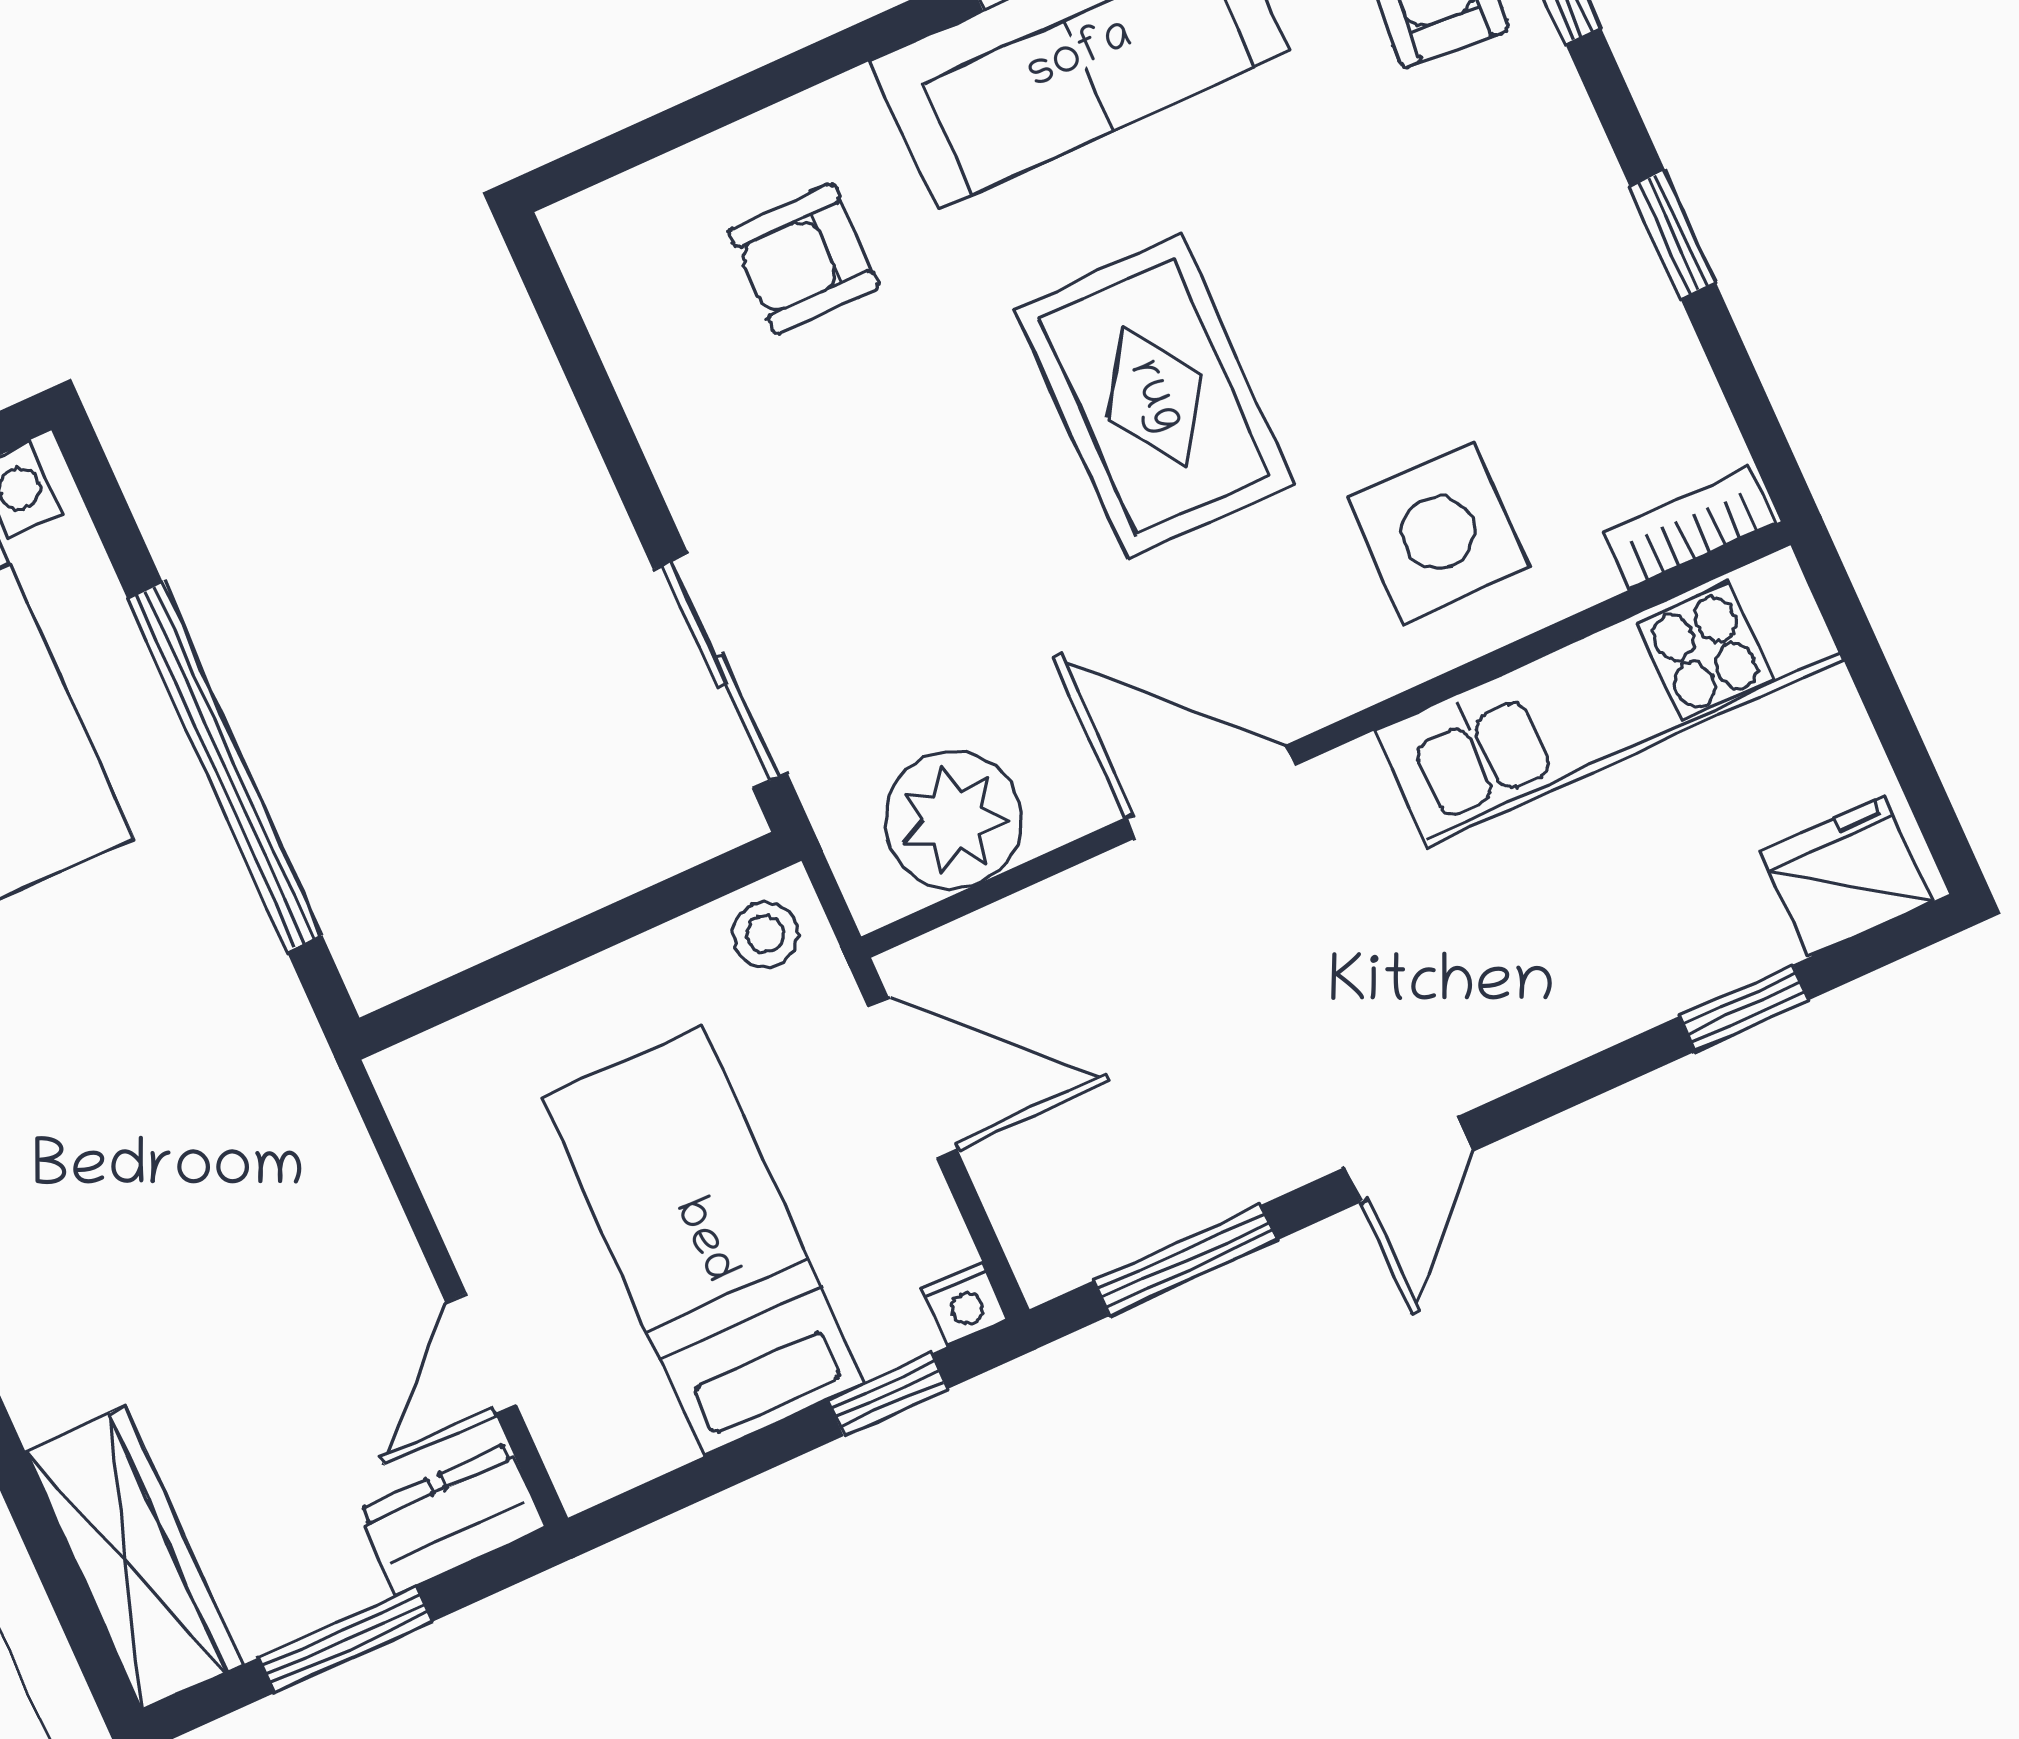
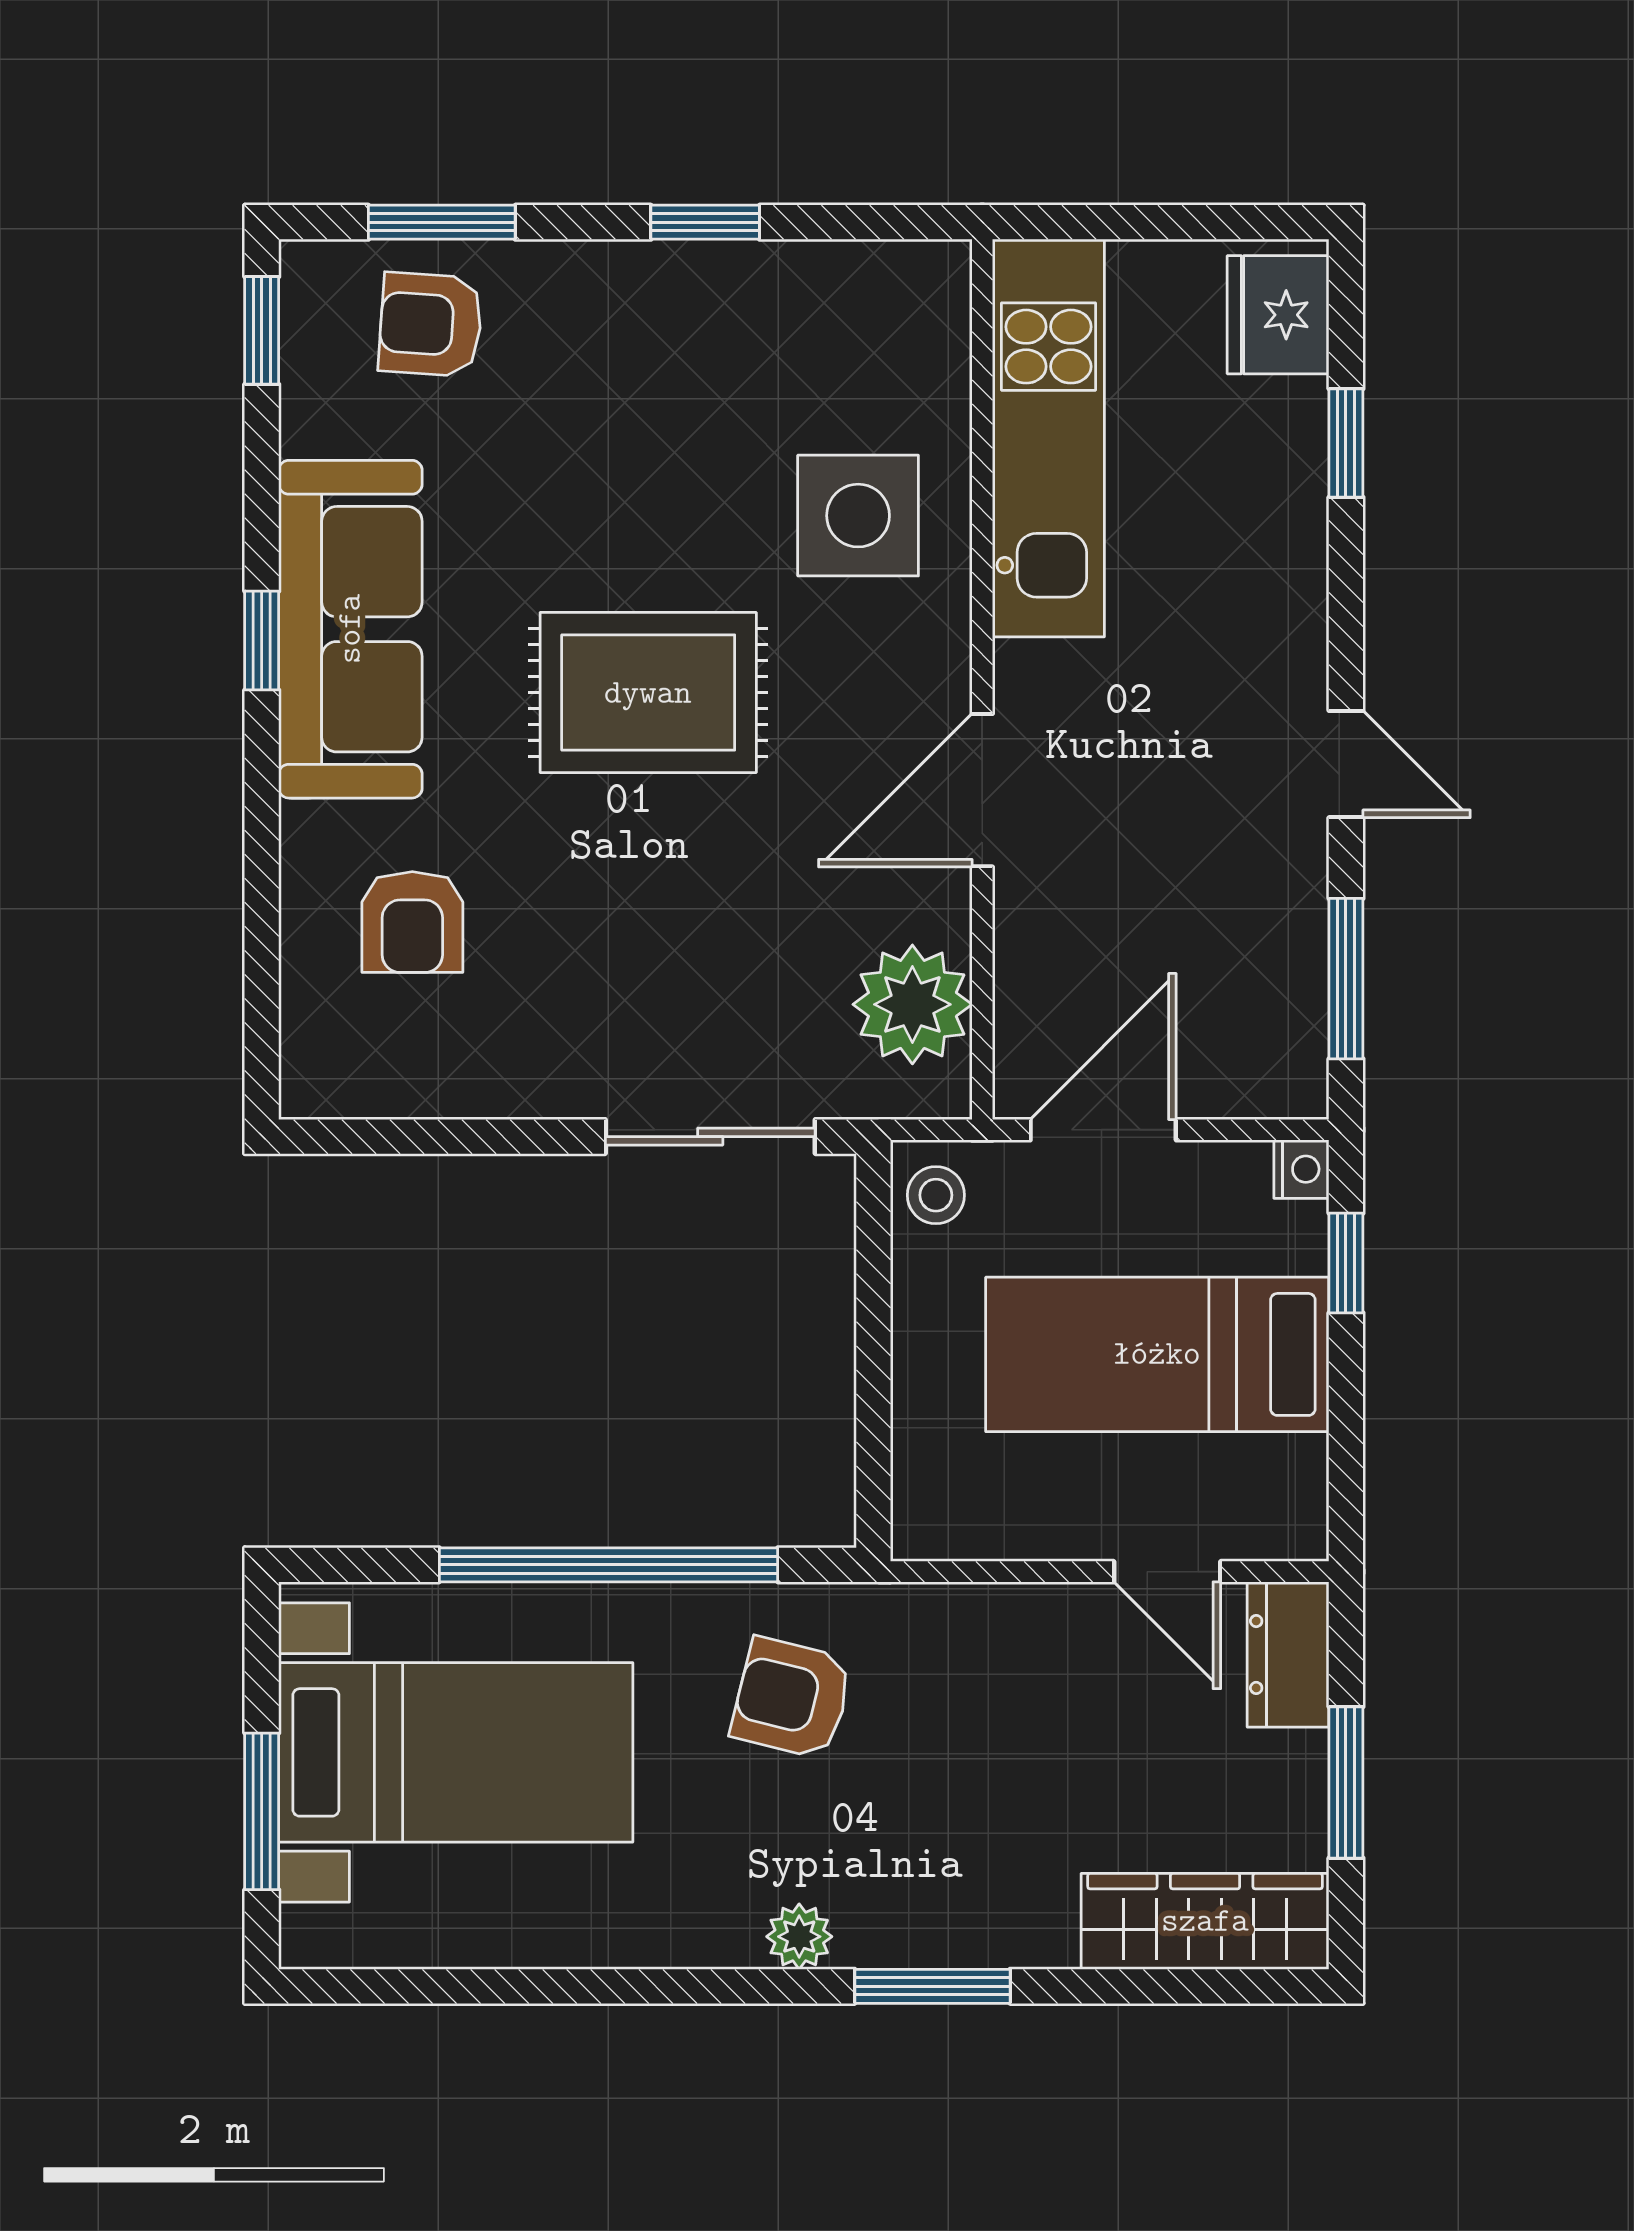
bookcase: (1690, 528) -> (944, 314), removed
armchair: (172, 1021) -> (792, 1698), added

